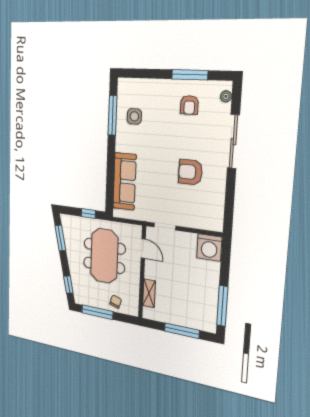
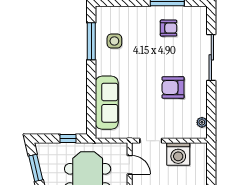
plant: (226, 96) -> (202, 122), moved
armchair: (189, 105) -> (169, 28), turned -90
washing machine: (209, 248) -> (178, 154), moved

